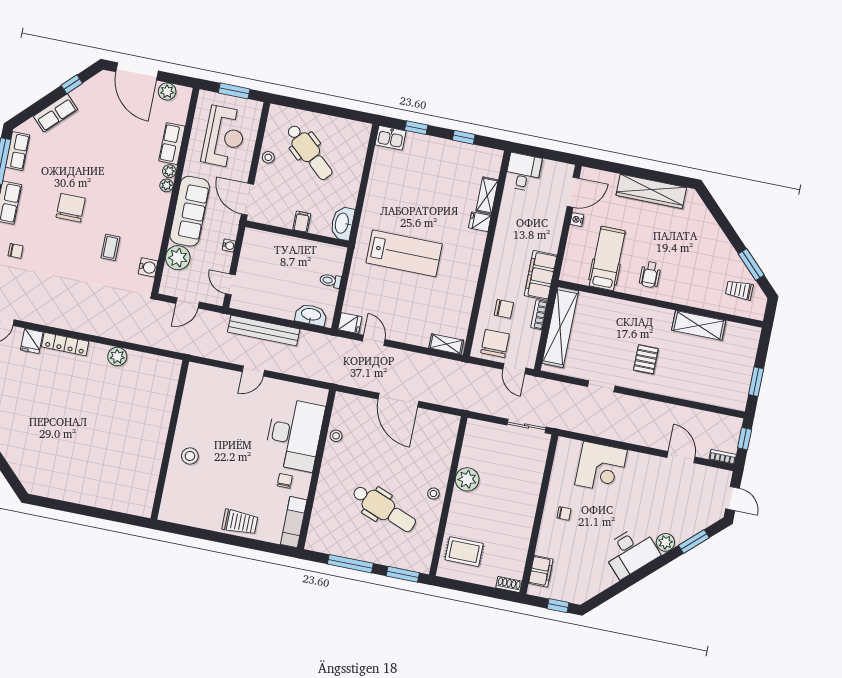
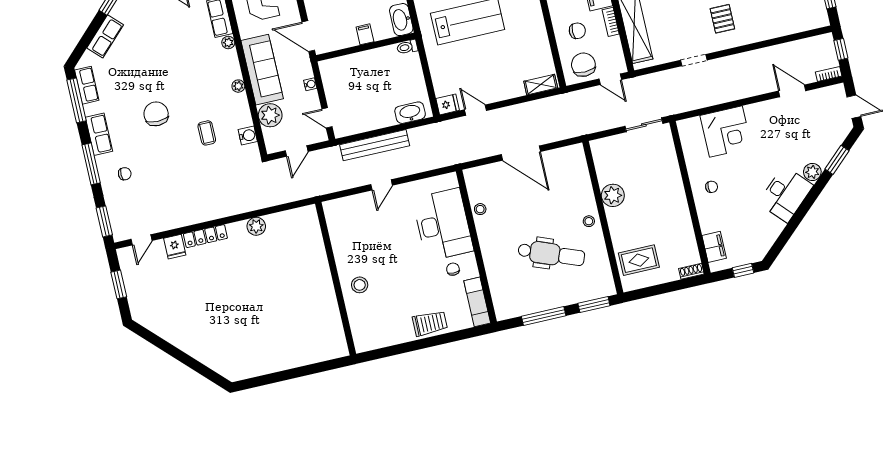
plant: (166, 185) -> (238, 86), moved
toilet: (330, 281) -> (407, 47), moved

